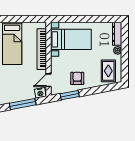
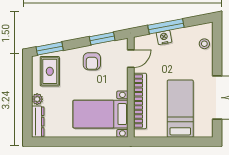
window: (108, 88) -> (50, 49), added
nightstand: (40, 93) -> (164, 37), moved

